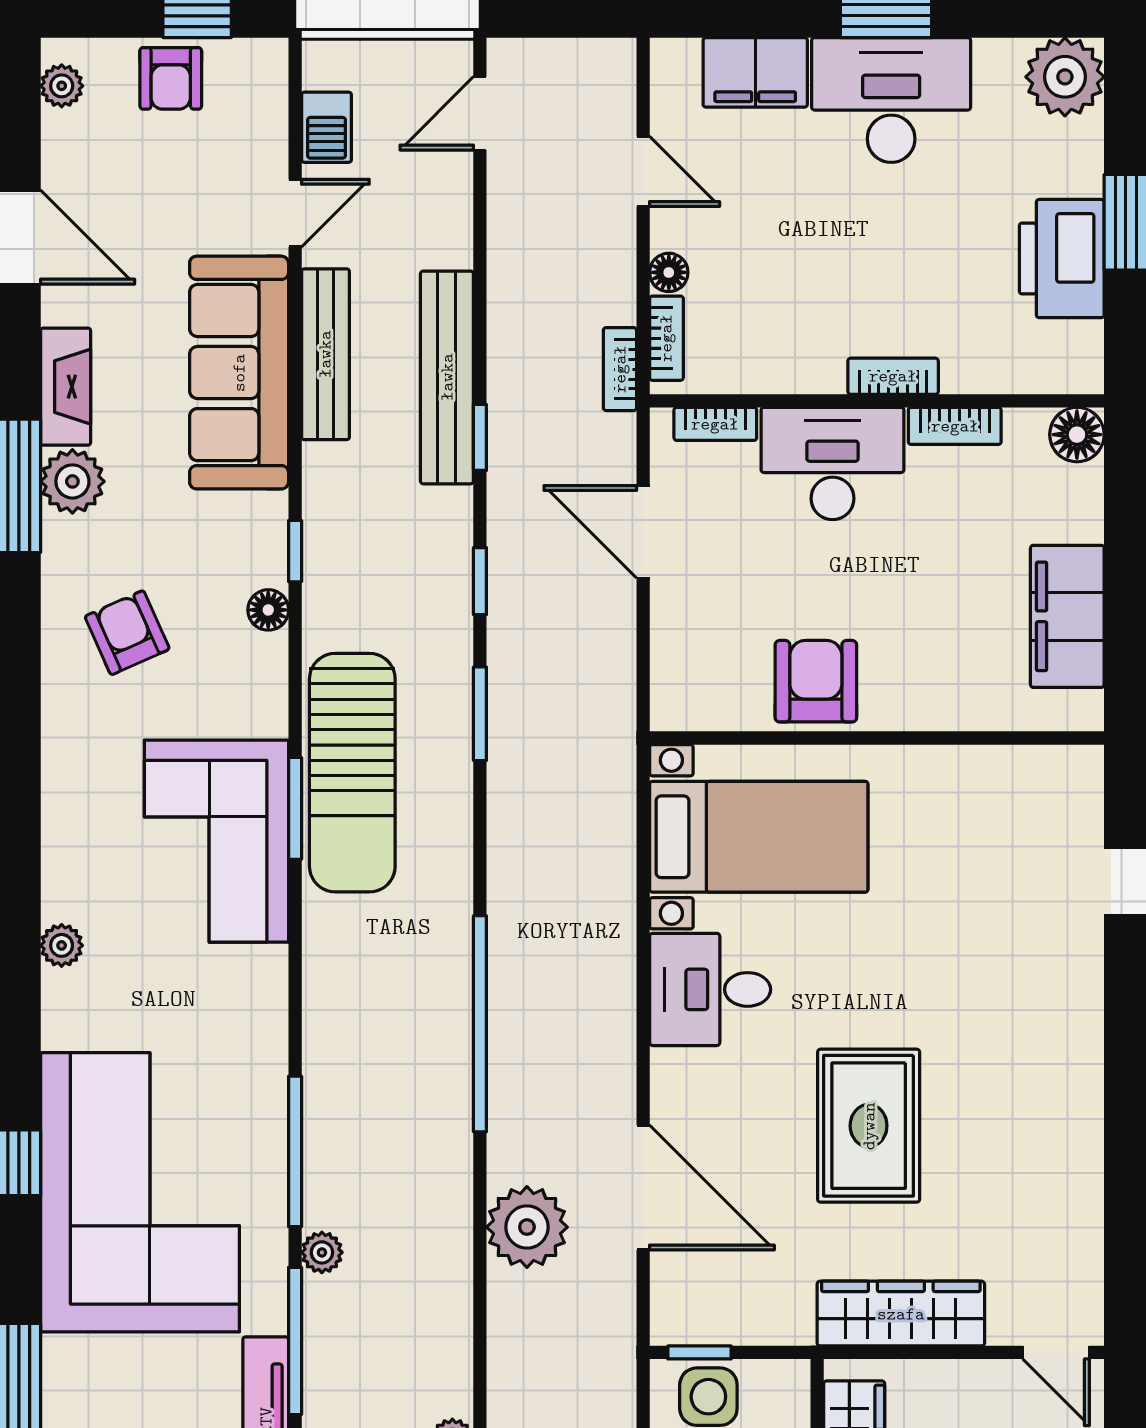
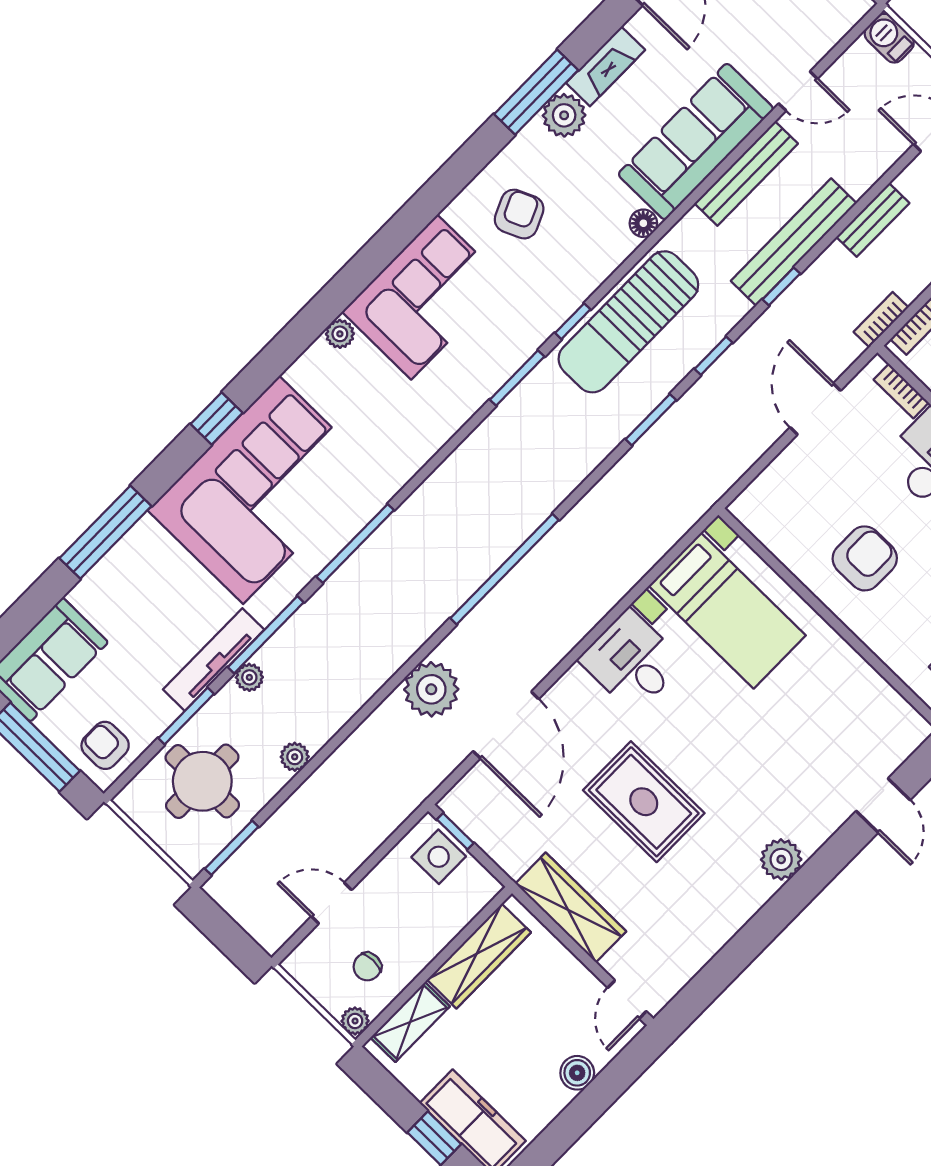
barbecue: (326, 127) -> (889, 38), moved, turned 90
bench: (508, 272) -> (873, 220), added
window: (295, 551) -> (573, 321), moved
floor lamp: (268, 610) -> (643, 223), moved
armchair: (816, 681) -> (865, 558), moved
sun lounger: (352, 773) -> (628, 322), moved
corner sofa: (216, 841) -> (424, 297), moved, turned 180
plant: (1074, 1044) -> (781, 859), added
rug: (869, 1126) -> (644, 802), turned 90
plant: (322, 1252) -> (249, 677), moved

